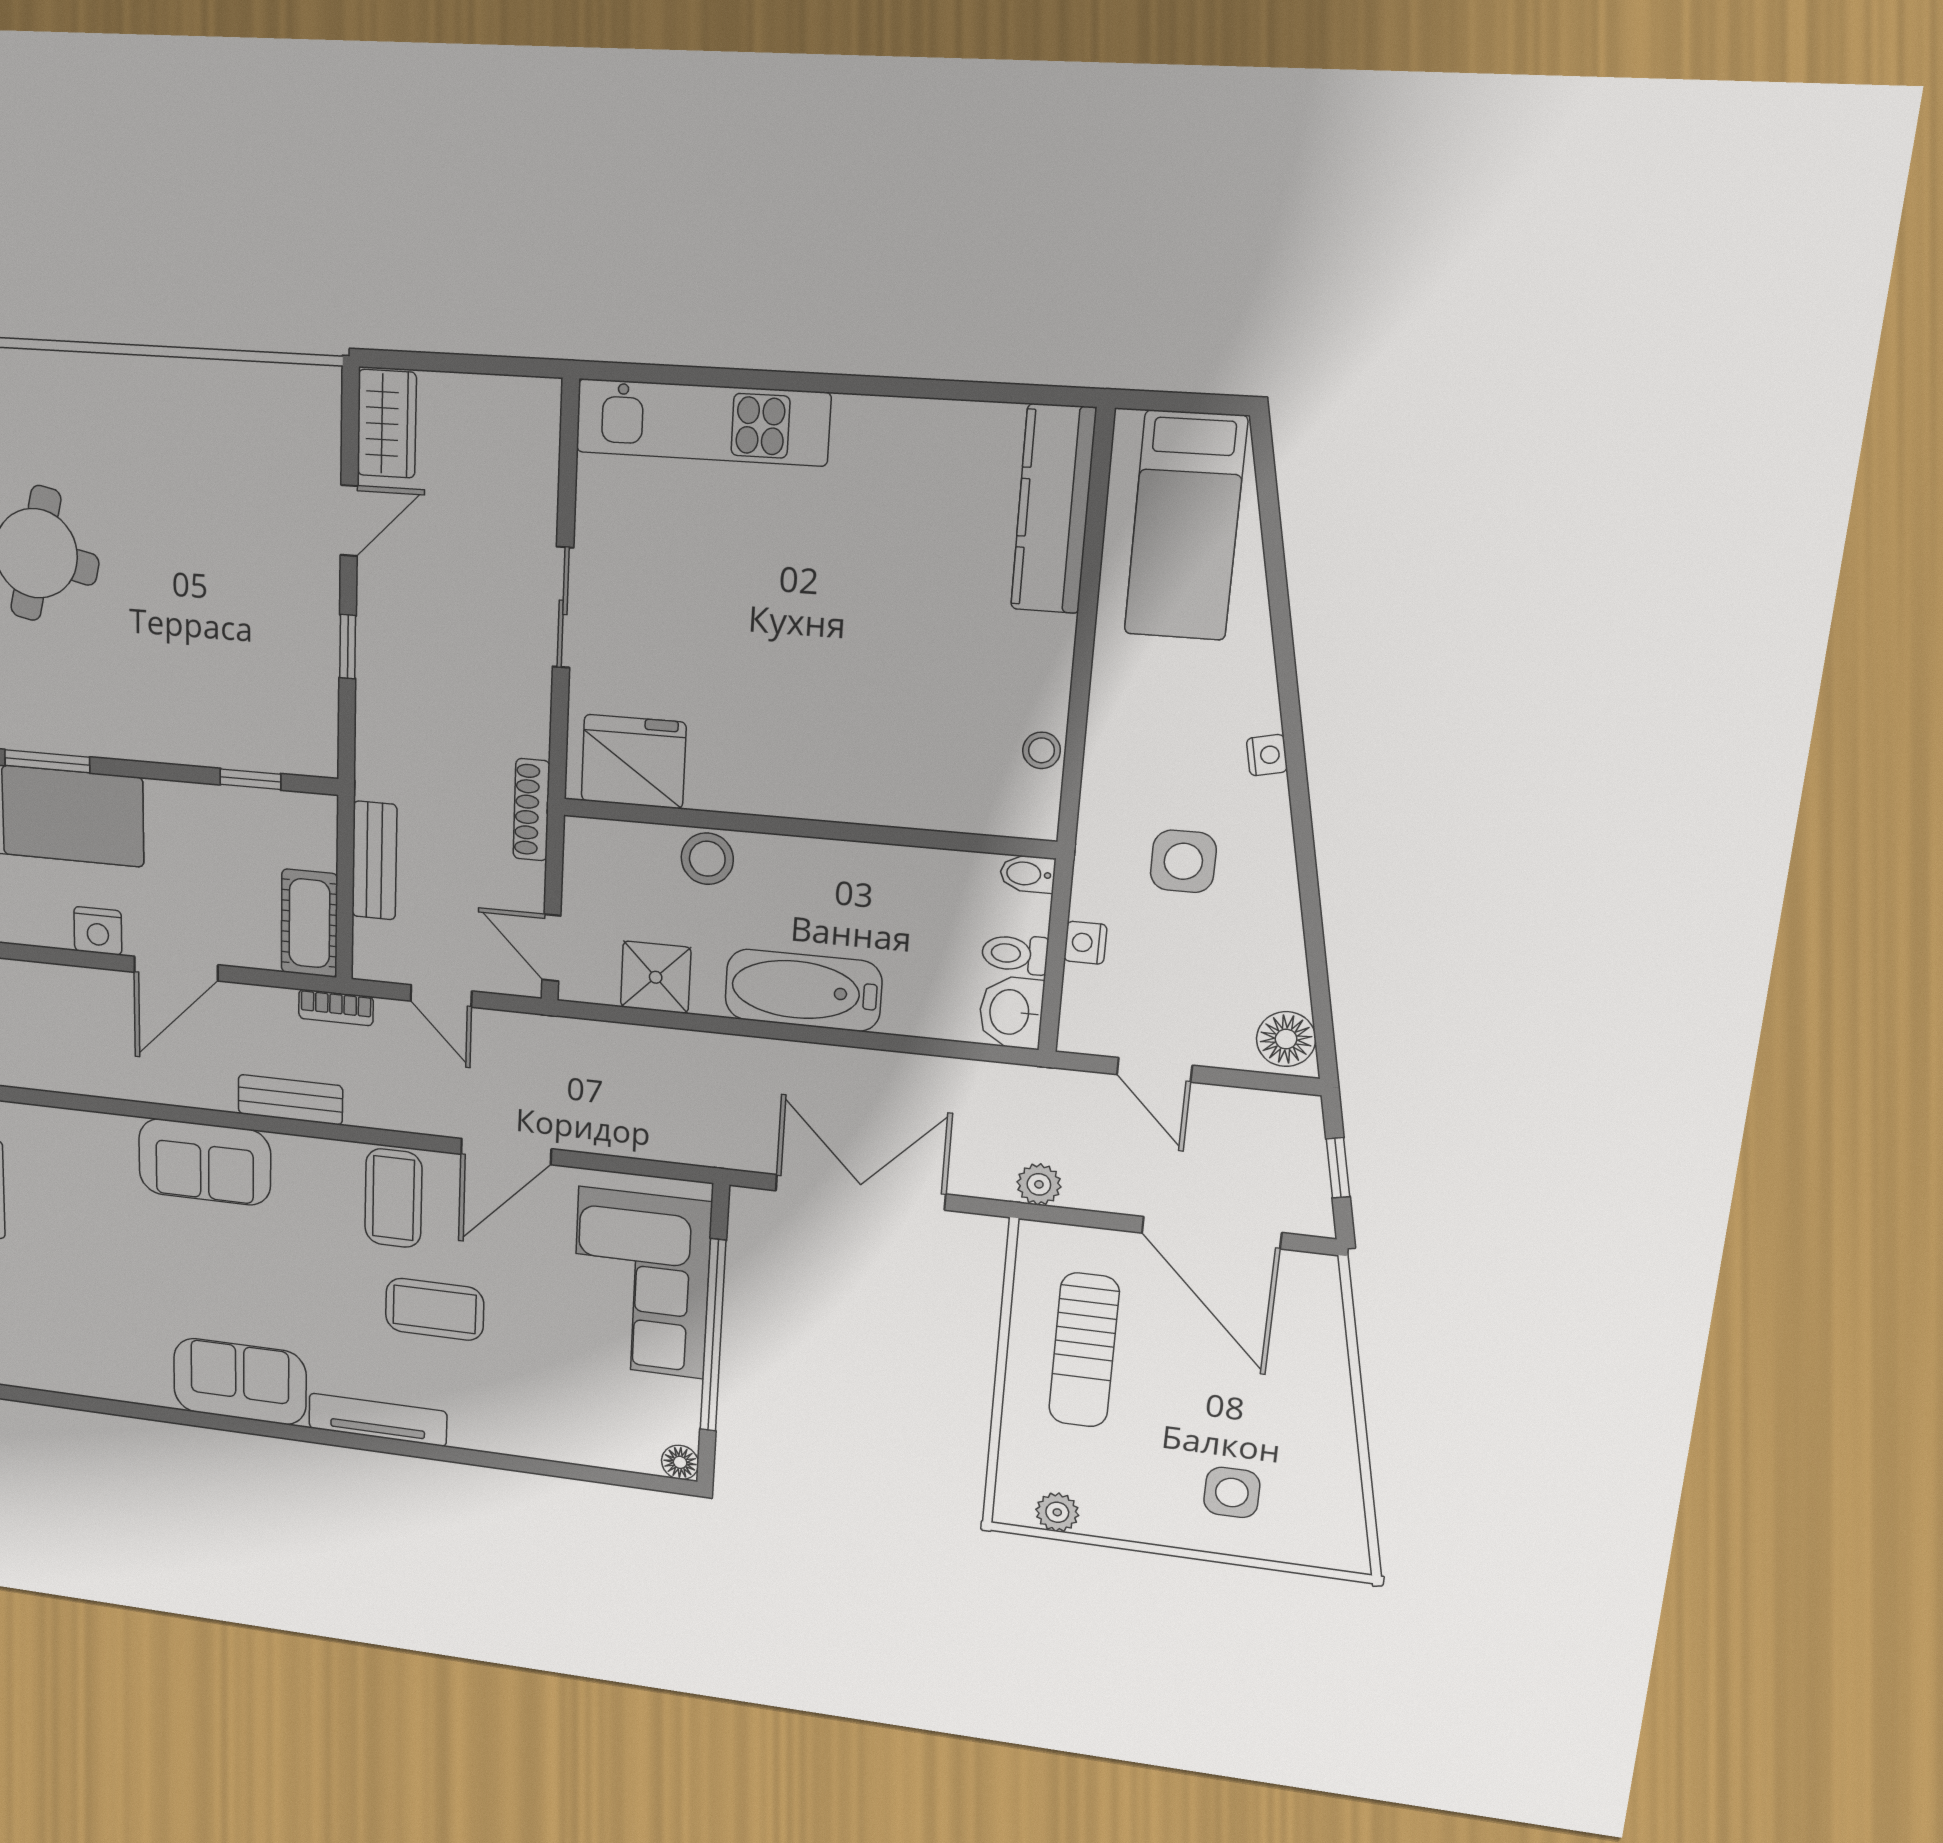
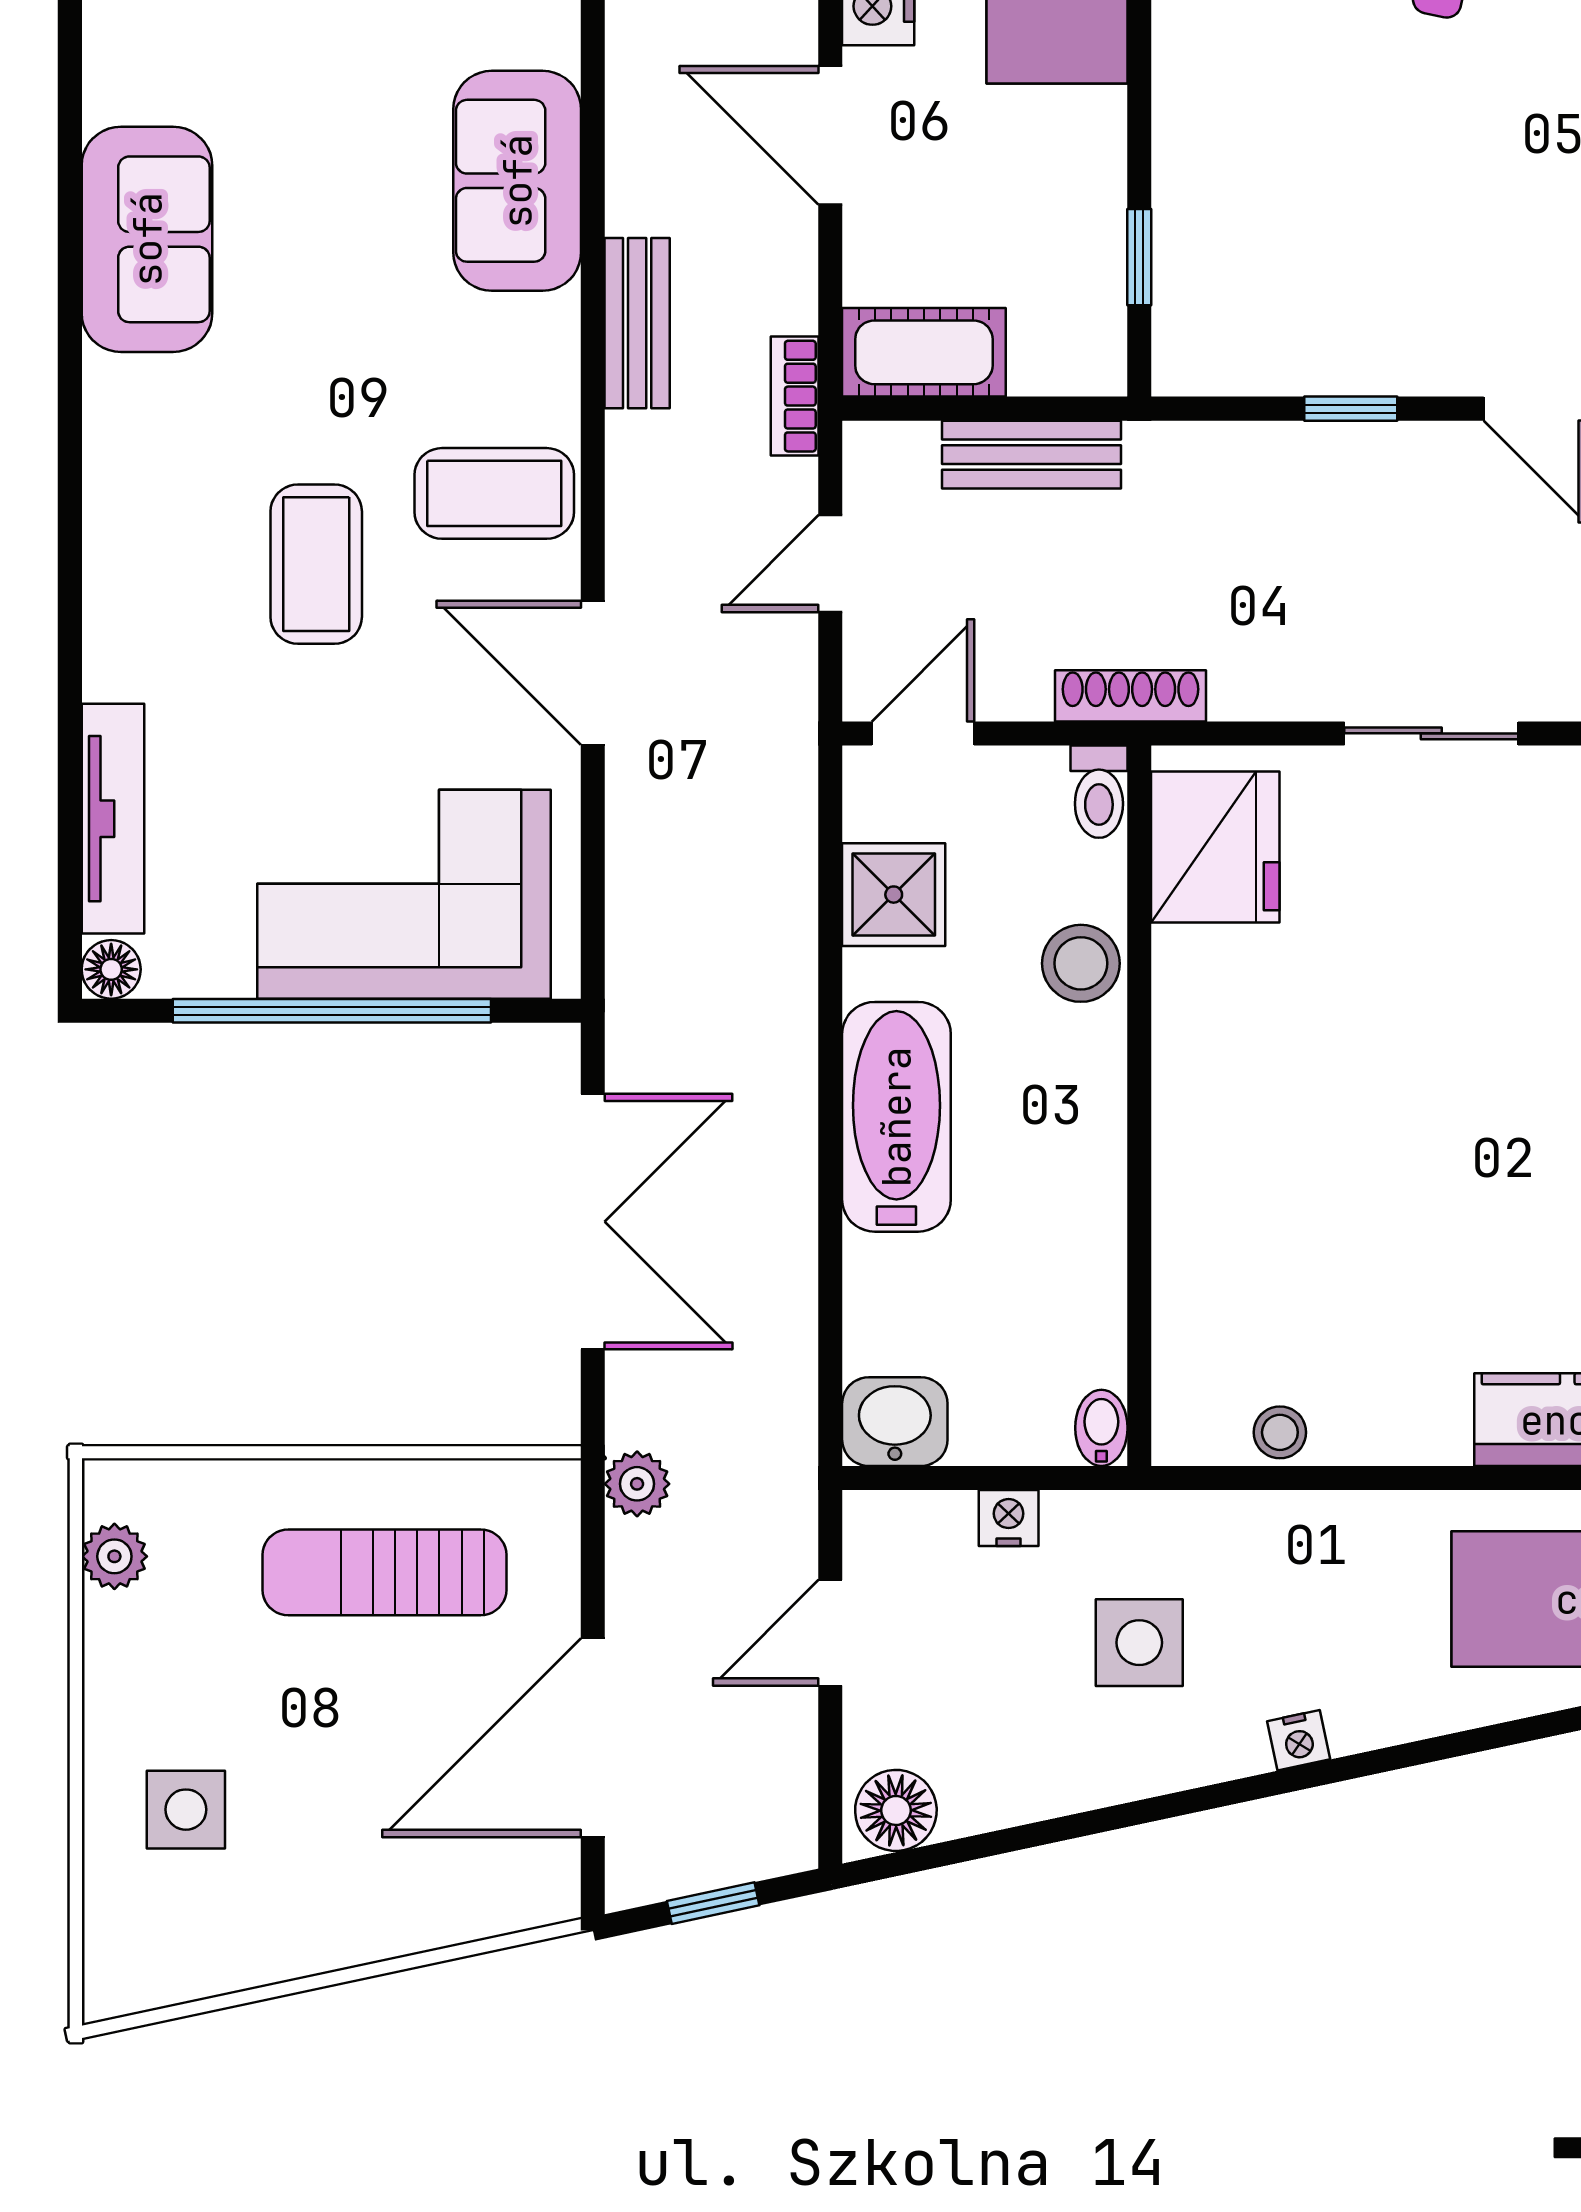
toilet: (1015, 954) -> (1099, 792), moved, turned 180
tv unit: (378, 1420) -> (113, 819), moved

